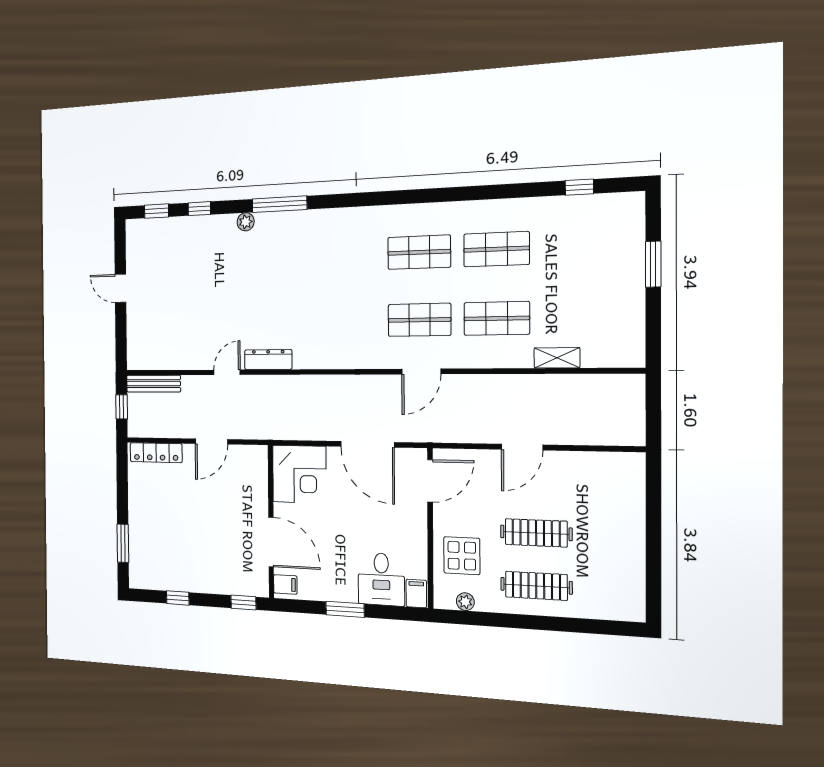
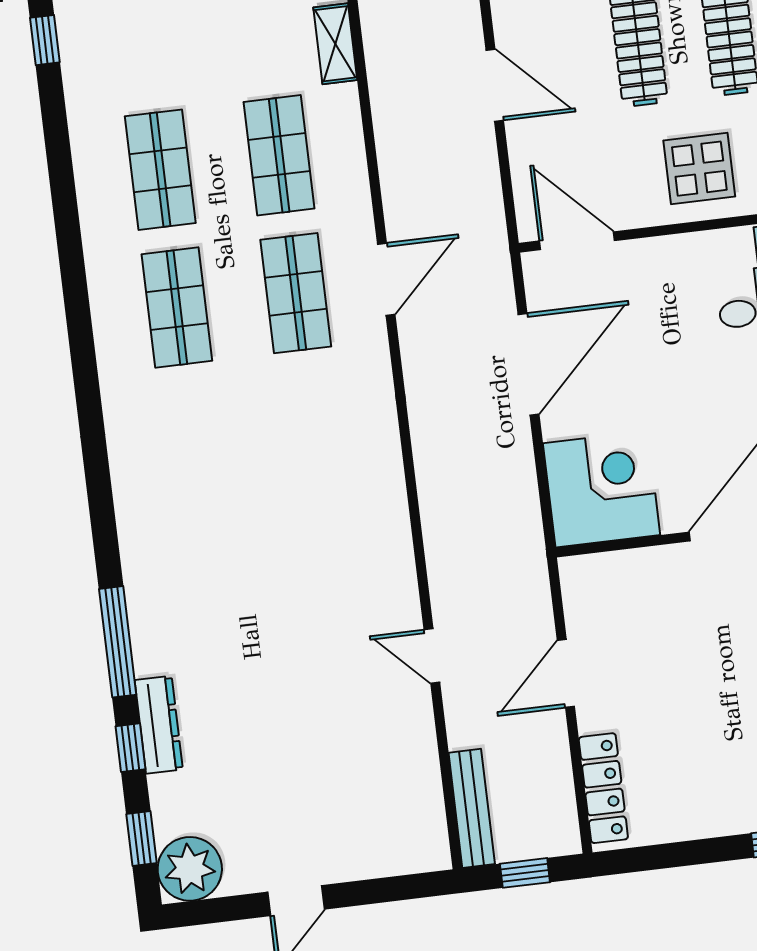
window: (279, 204) -> (118, 642), moved
plant: (246, 222) -> (190, 869), moved, width x1.87, depth x1.87
dresser: (268, 360) -> (159, 725), moved, turned 180
door: (421, 372) -> (386, 279), hinge flipped
door: (211, 441) -> (566, 673), swing flipped

